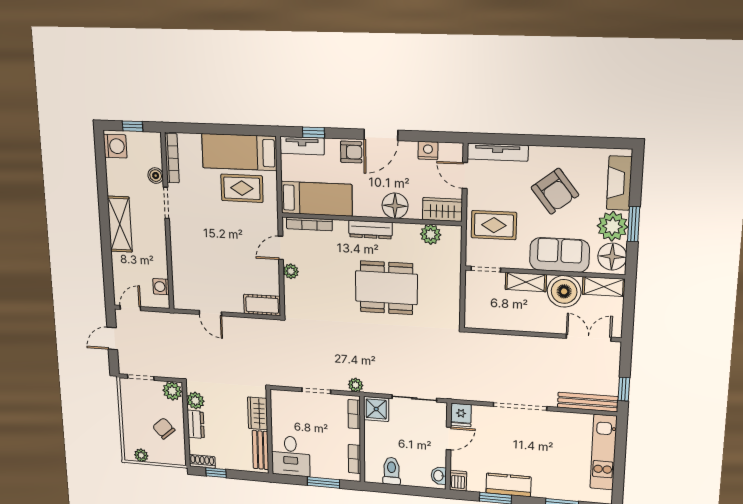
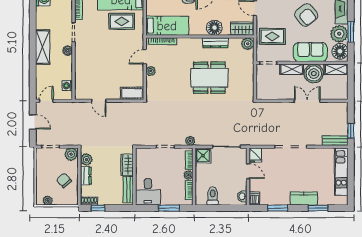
boiler: (156, 176) -> (68, 51), moved
dresser: (370, 230) -> (215, 43), moved
plant: (431, 234) -> (248, 44), moved
door: (112, 338) -> (33, 122), swing flipped
double door: (589, 338) -> (307, 101), moved
bench: (588, 402) -> (335, 141), width x0.73
plant: (353, 437) -> (188, 175), added
door: (449, 438) -> (248, 171), hinge flipped
kitchen counter: (508, 485) -> (304, 198), moved

